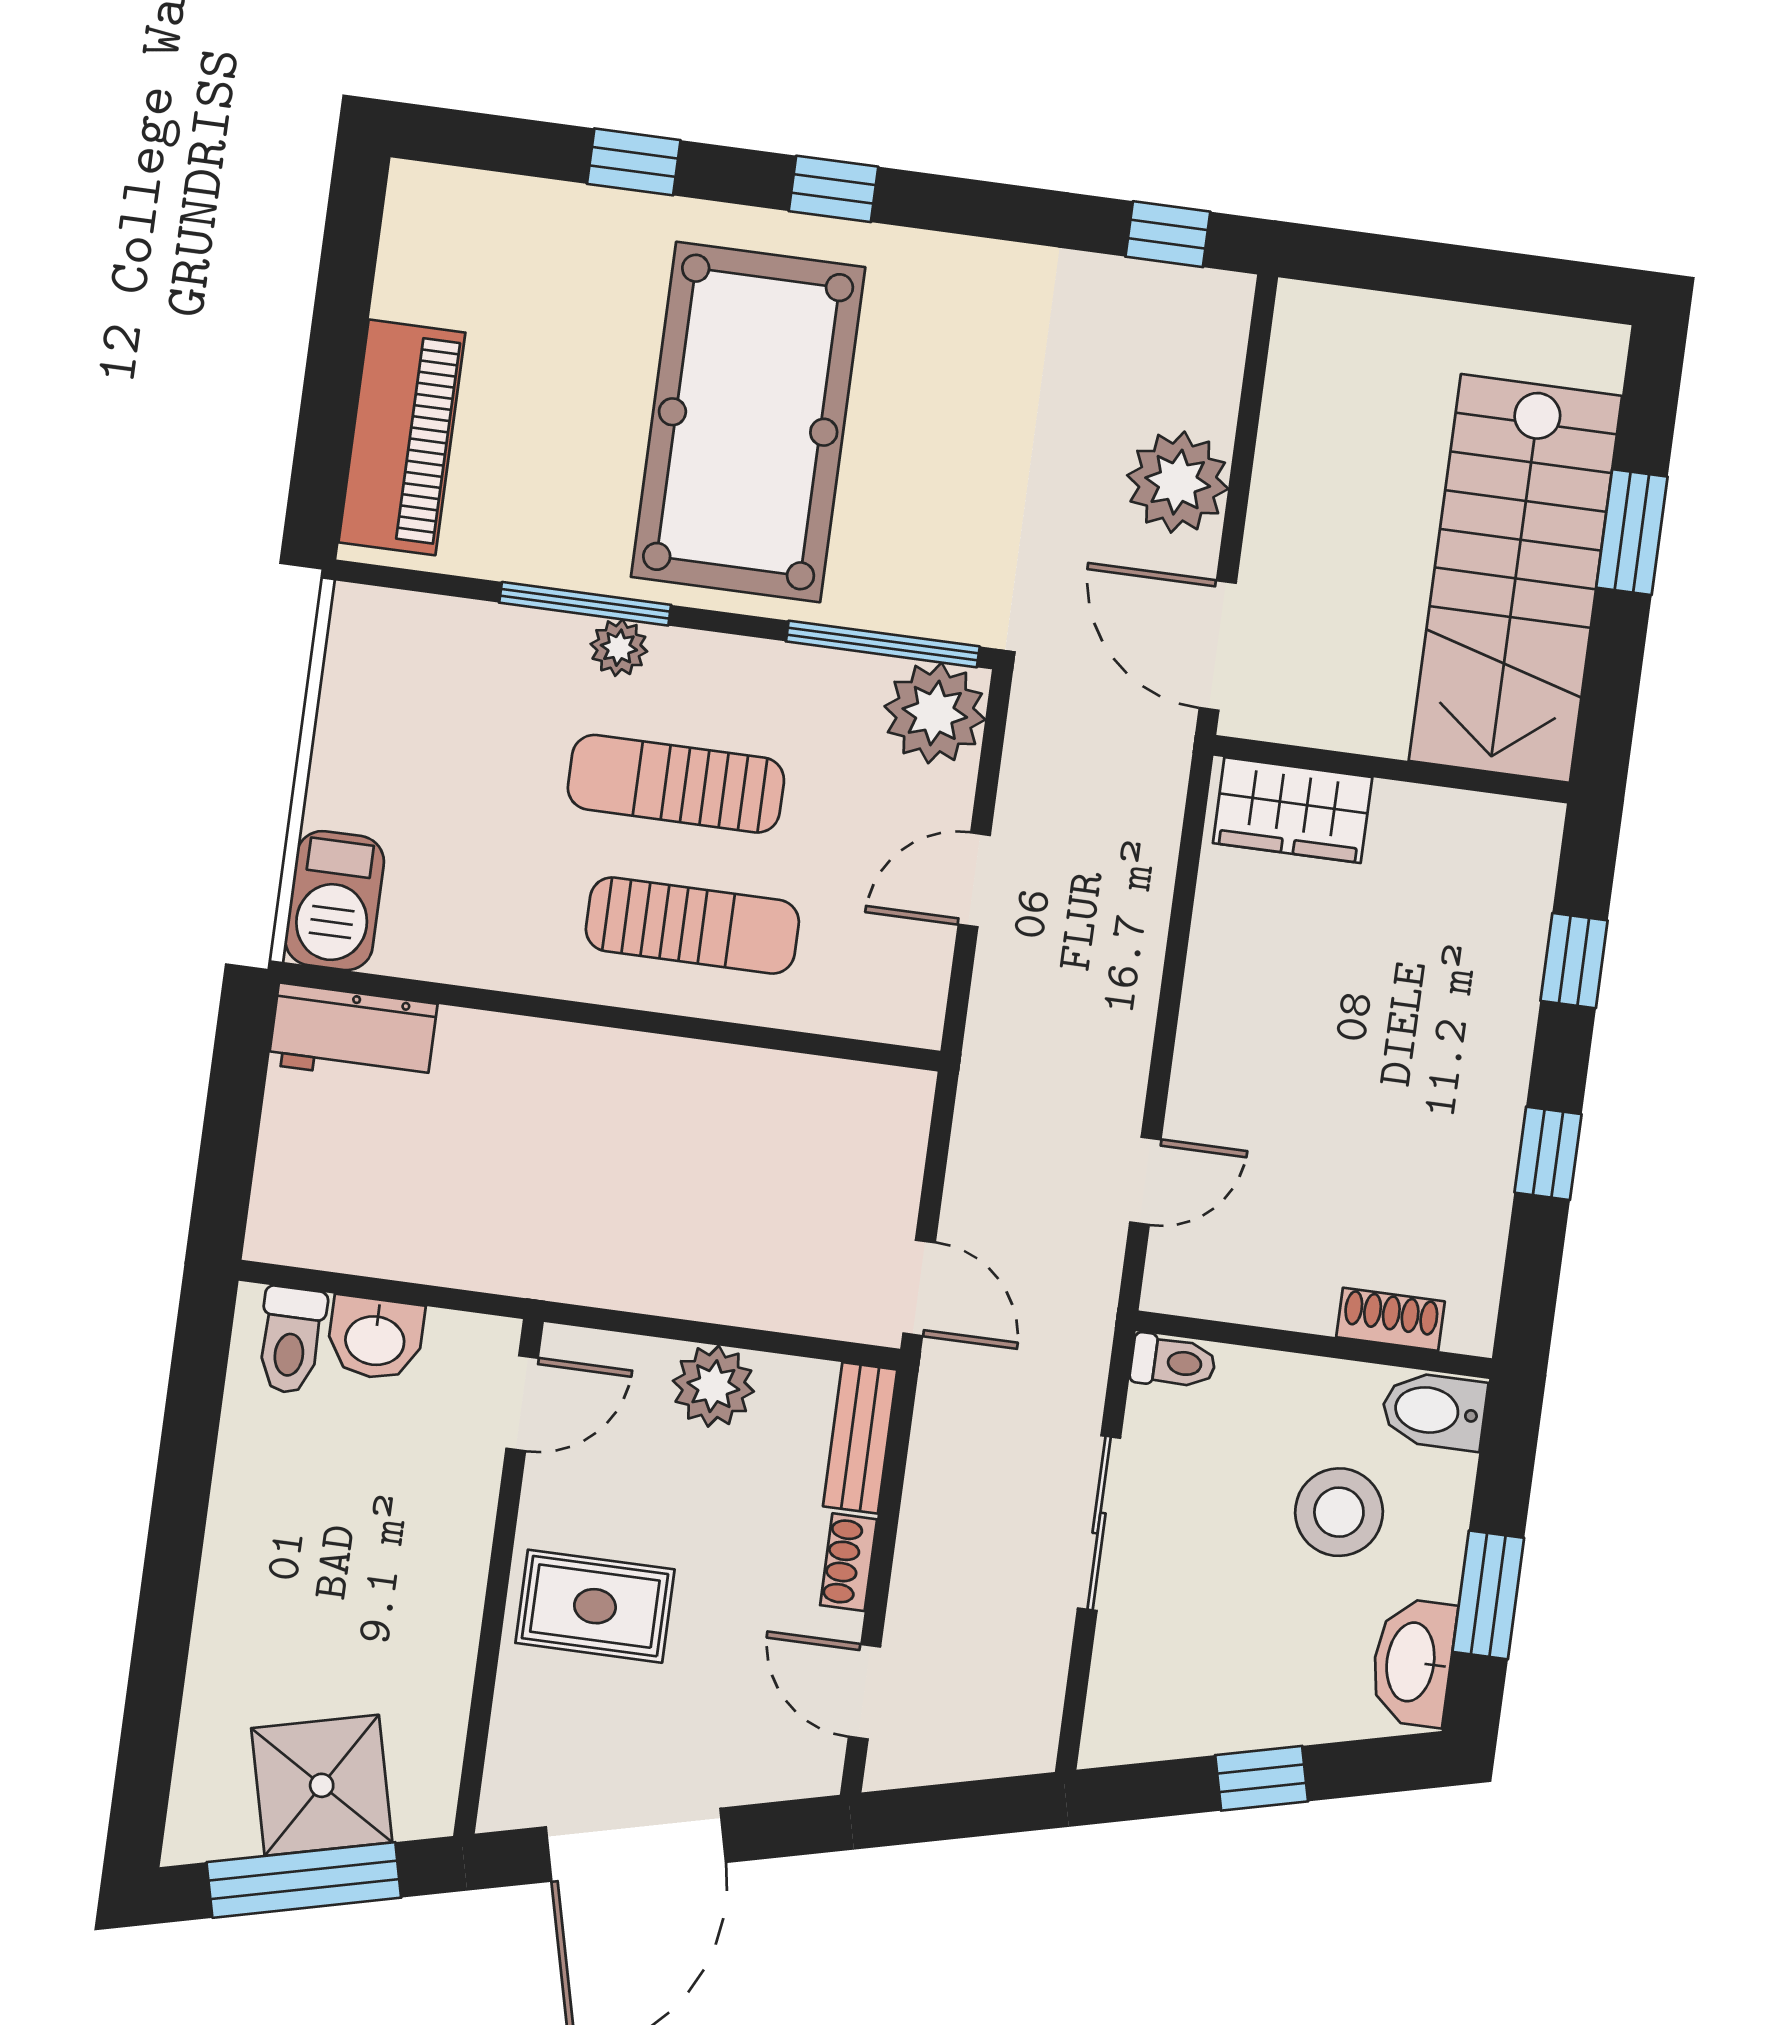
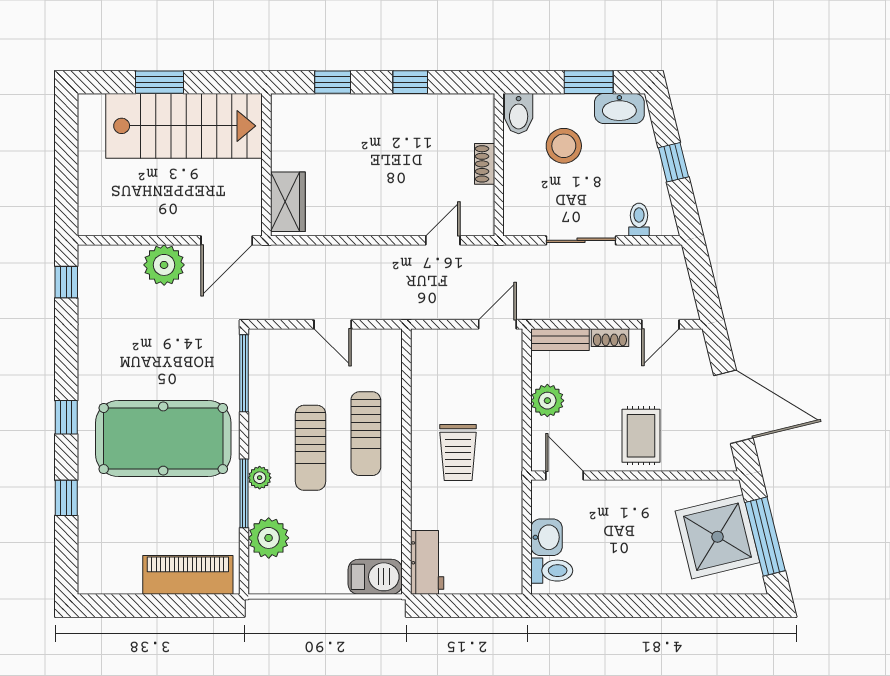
plant: (935, 713) -> (269, 538), moved
sun lounger: (692, 925) -> (366, 434), turned 180
trolley: (615, 1148) -> (458, 452), added
door: (1145, 1181) -> (443, 240), hinge flipped
shoe rack: (1390, 1319) -> (485, 164), moved
toilet: (1173, 1362) -> (639, 220), moved
shower: (322, 1785) -> (718, 537), width x1.37, depth x1.37

